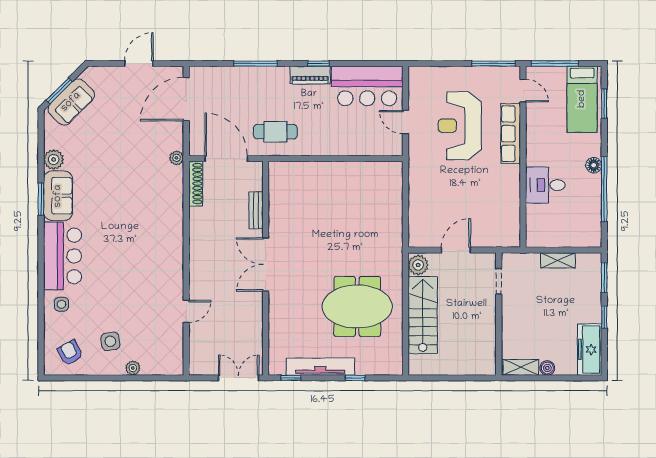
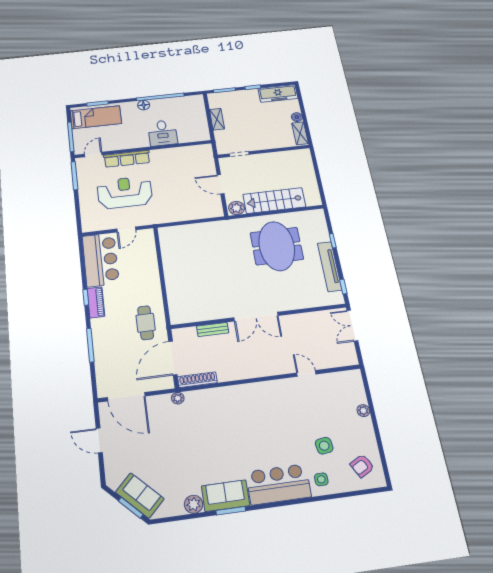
reception desk: (460, 126) -> (125, 192), turned 180
side table: (110, 341) -> (324, 446), moved

